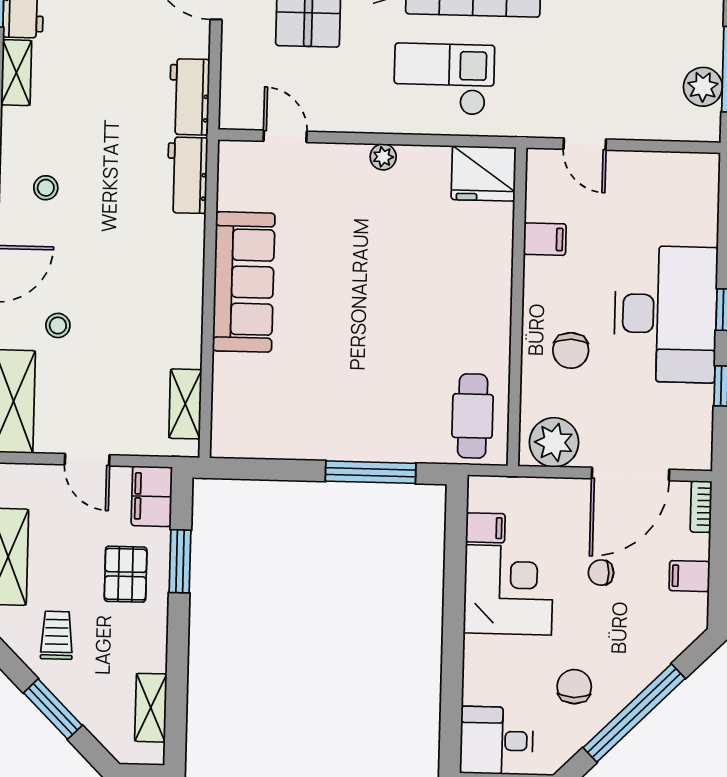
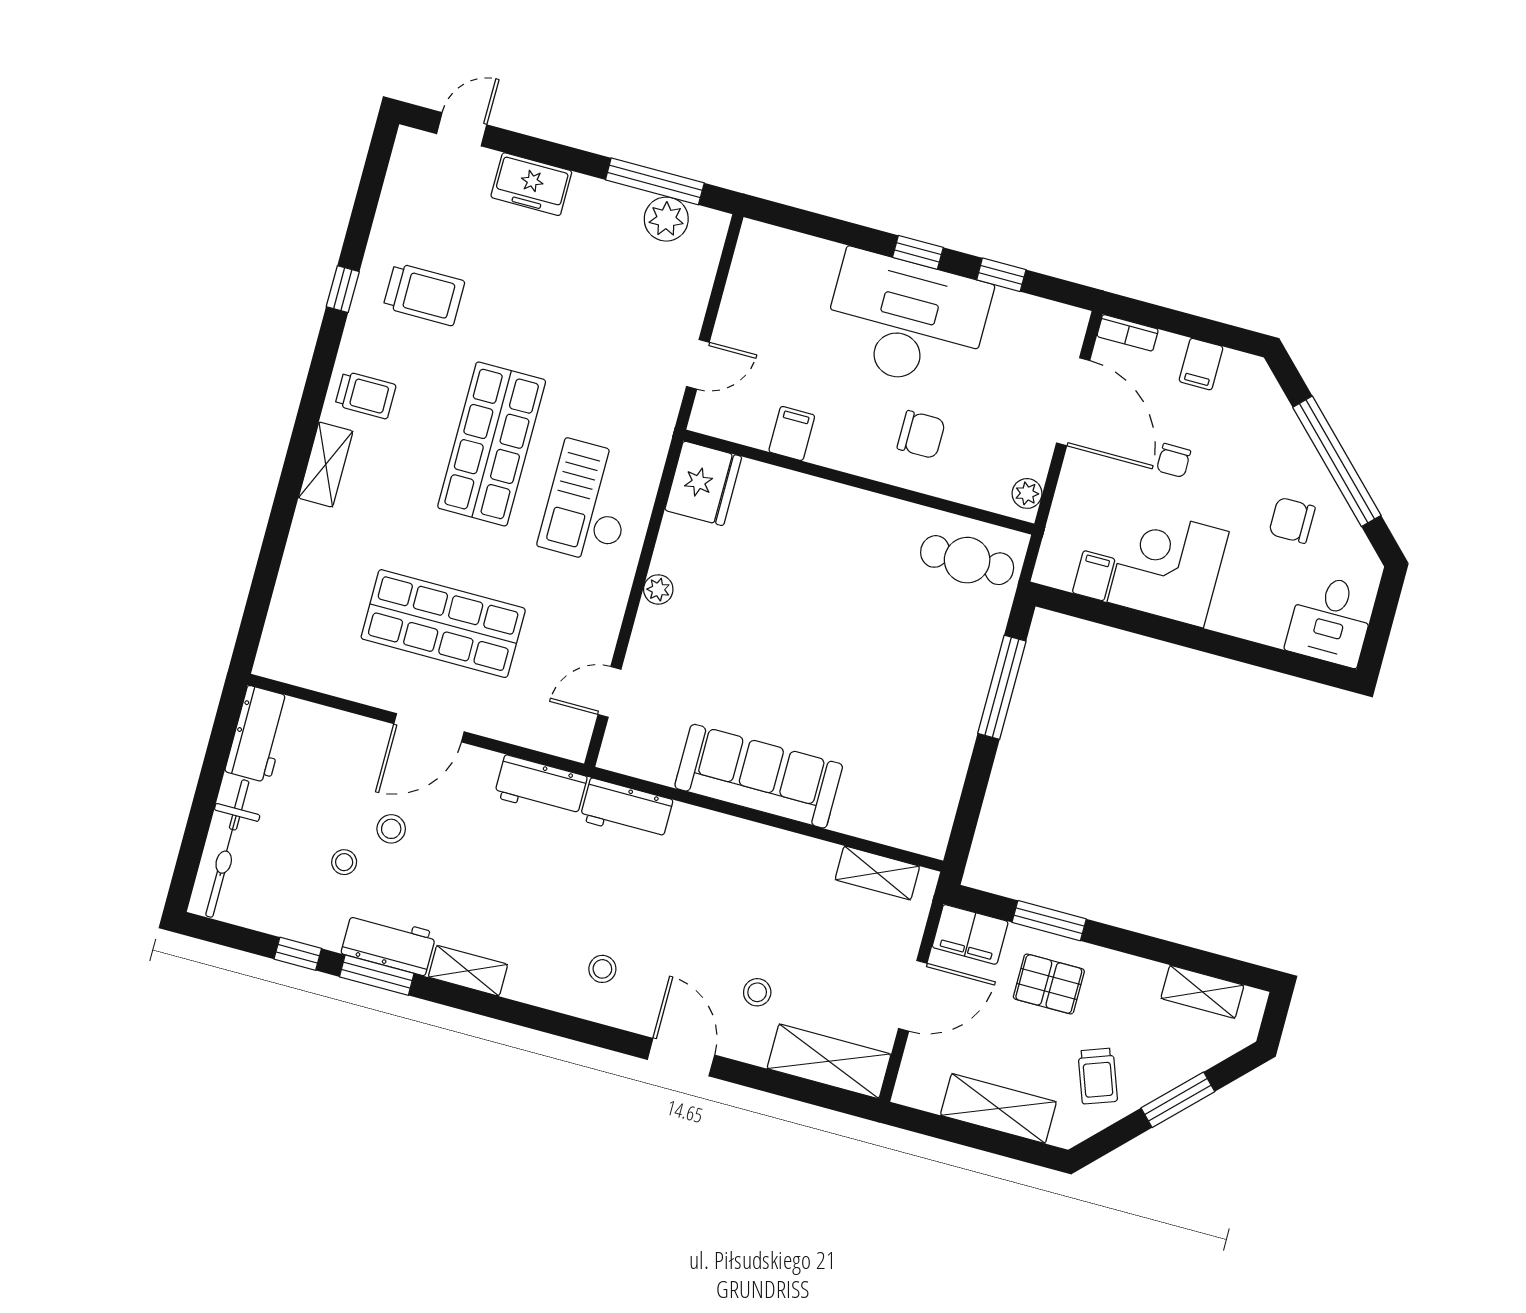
plant: (554, 442) -> (1027, 493), width x0.53, depth x0.53
door: (87, 460) -> (913, 996), width x1.38
trolley: (57, 635) -> (1098, 1076), turned -110

